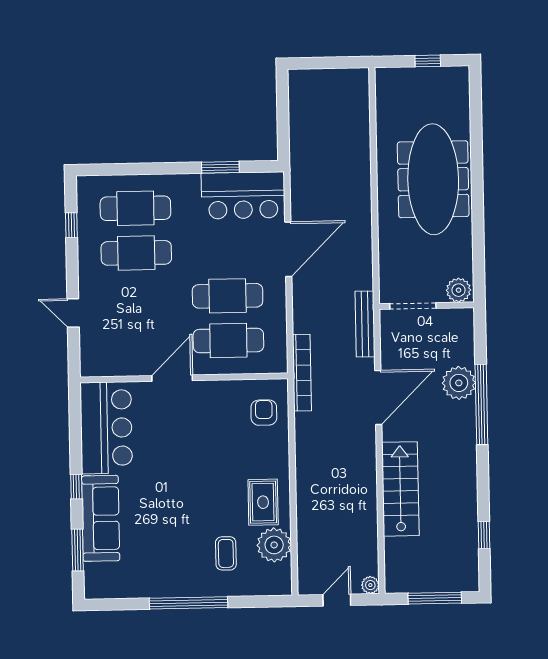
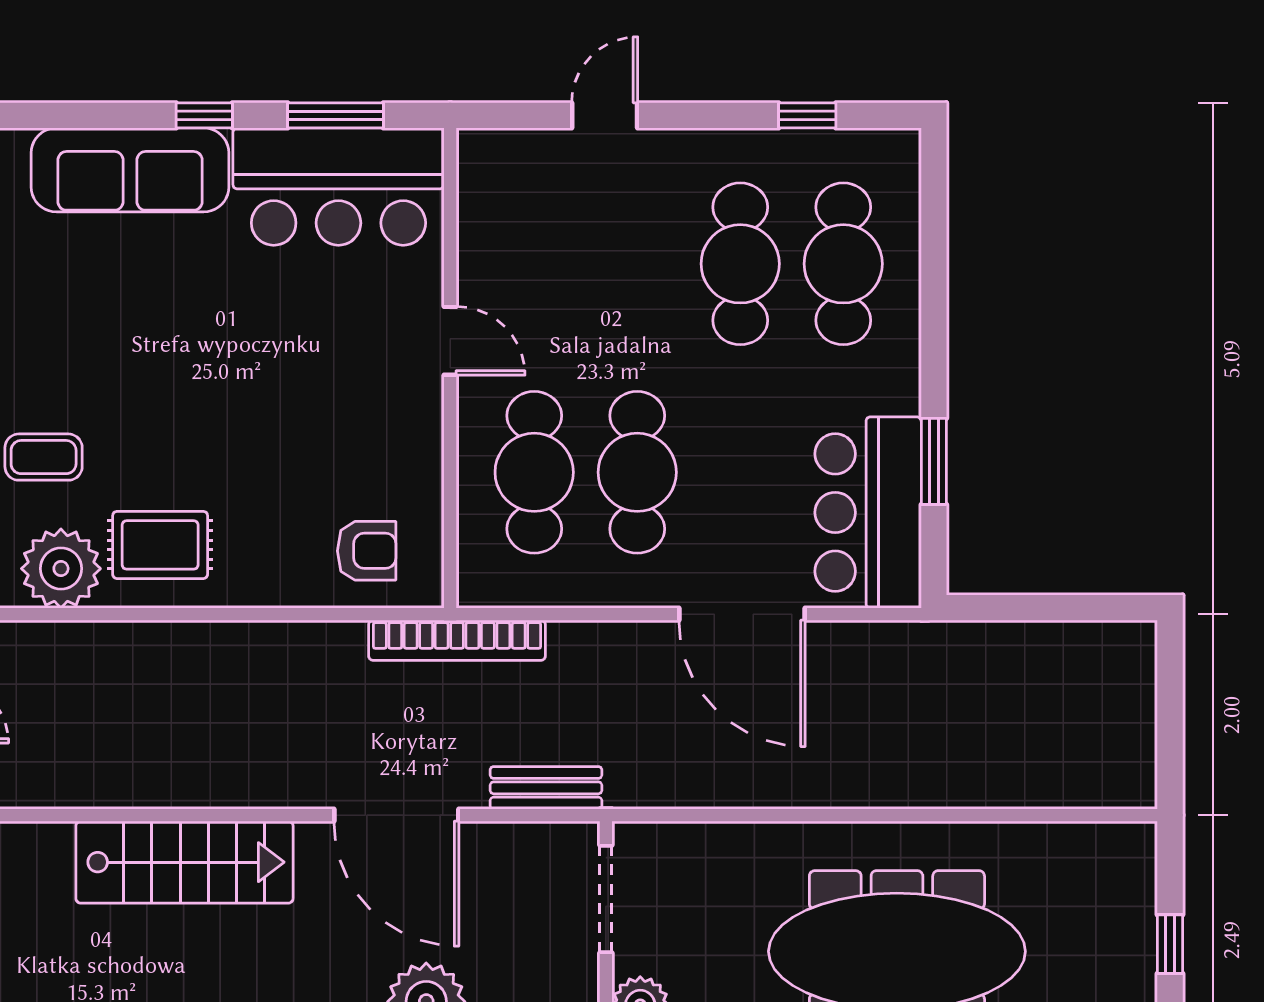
bench: (365, 324) -> (546, 788), width x0.73
door: (172, 378) -> (450, 341), width x0.73
window: (78, 550) -> (336, 115), moved

